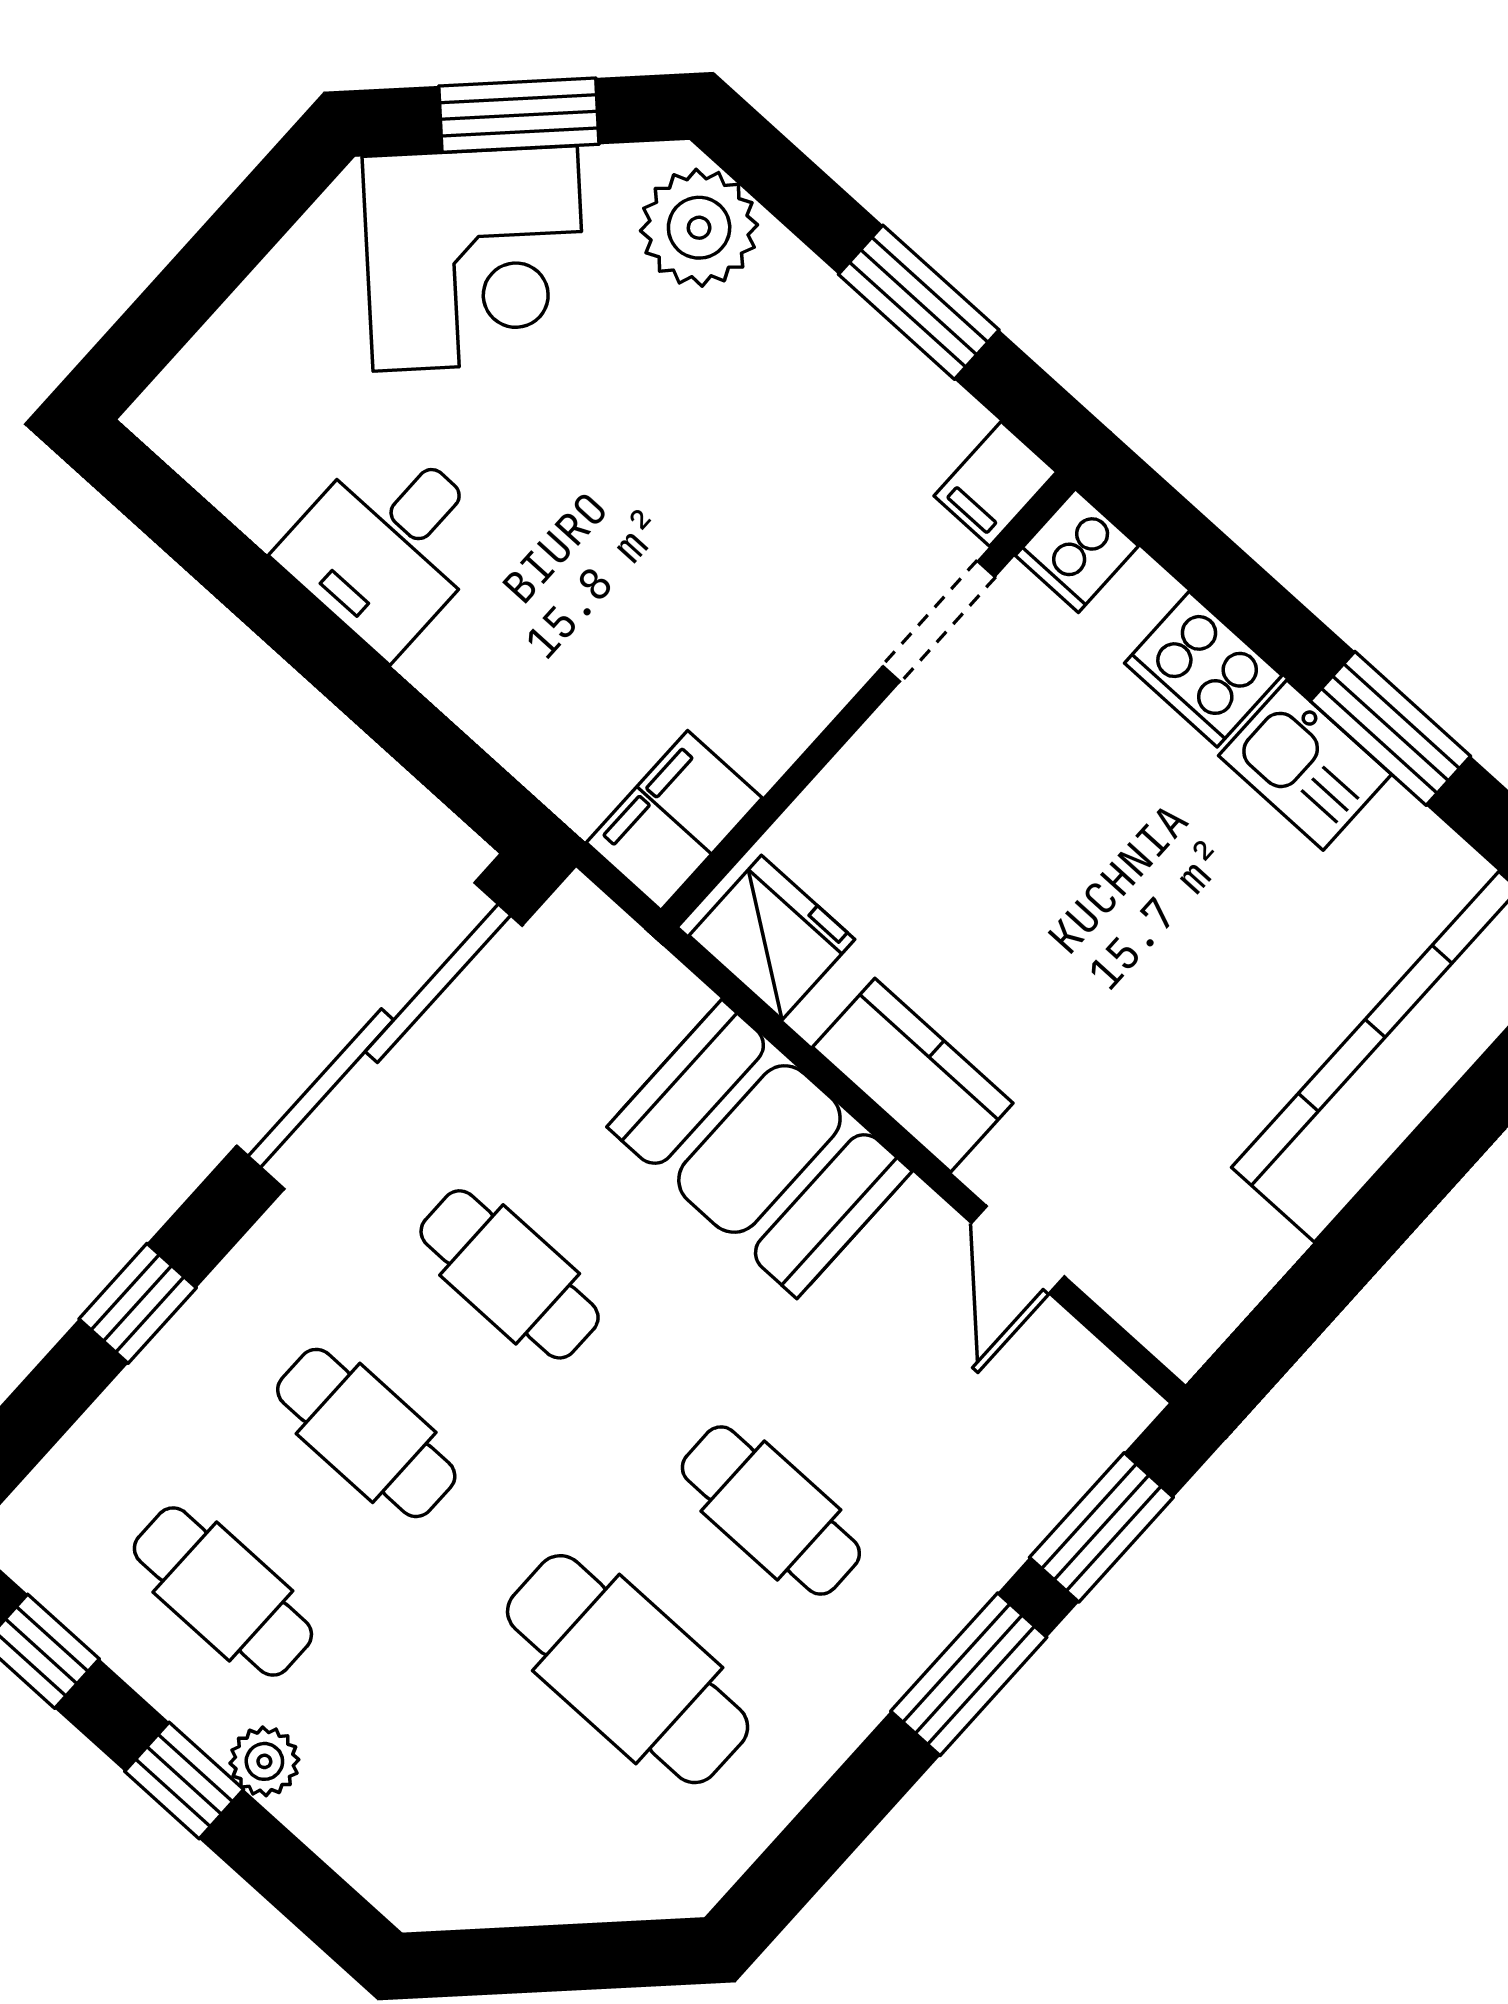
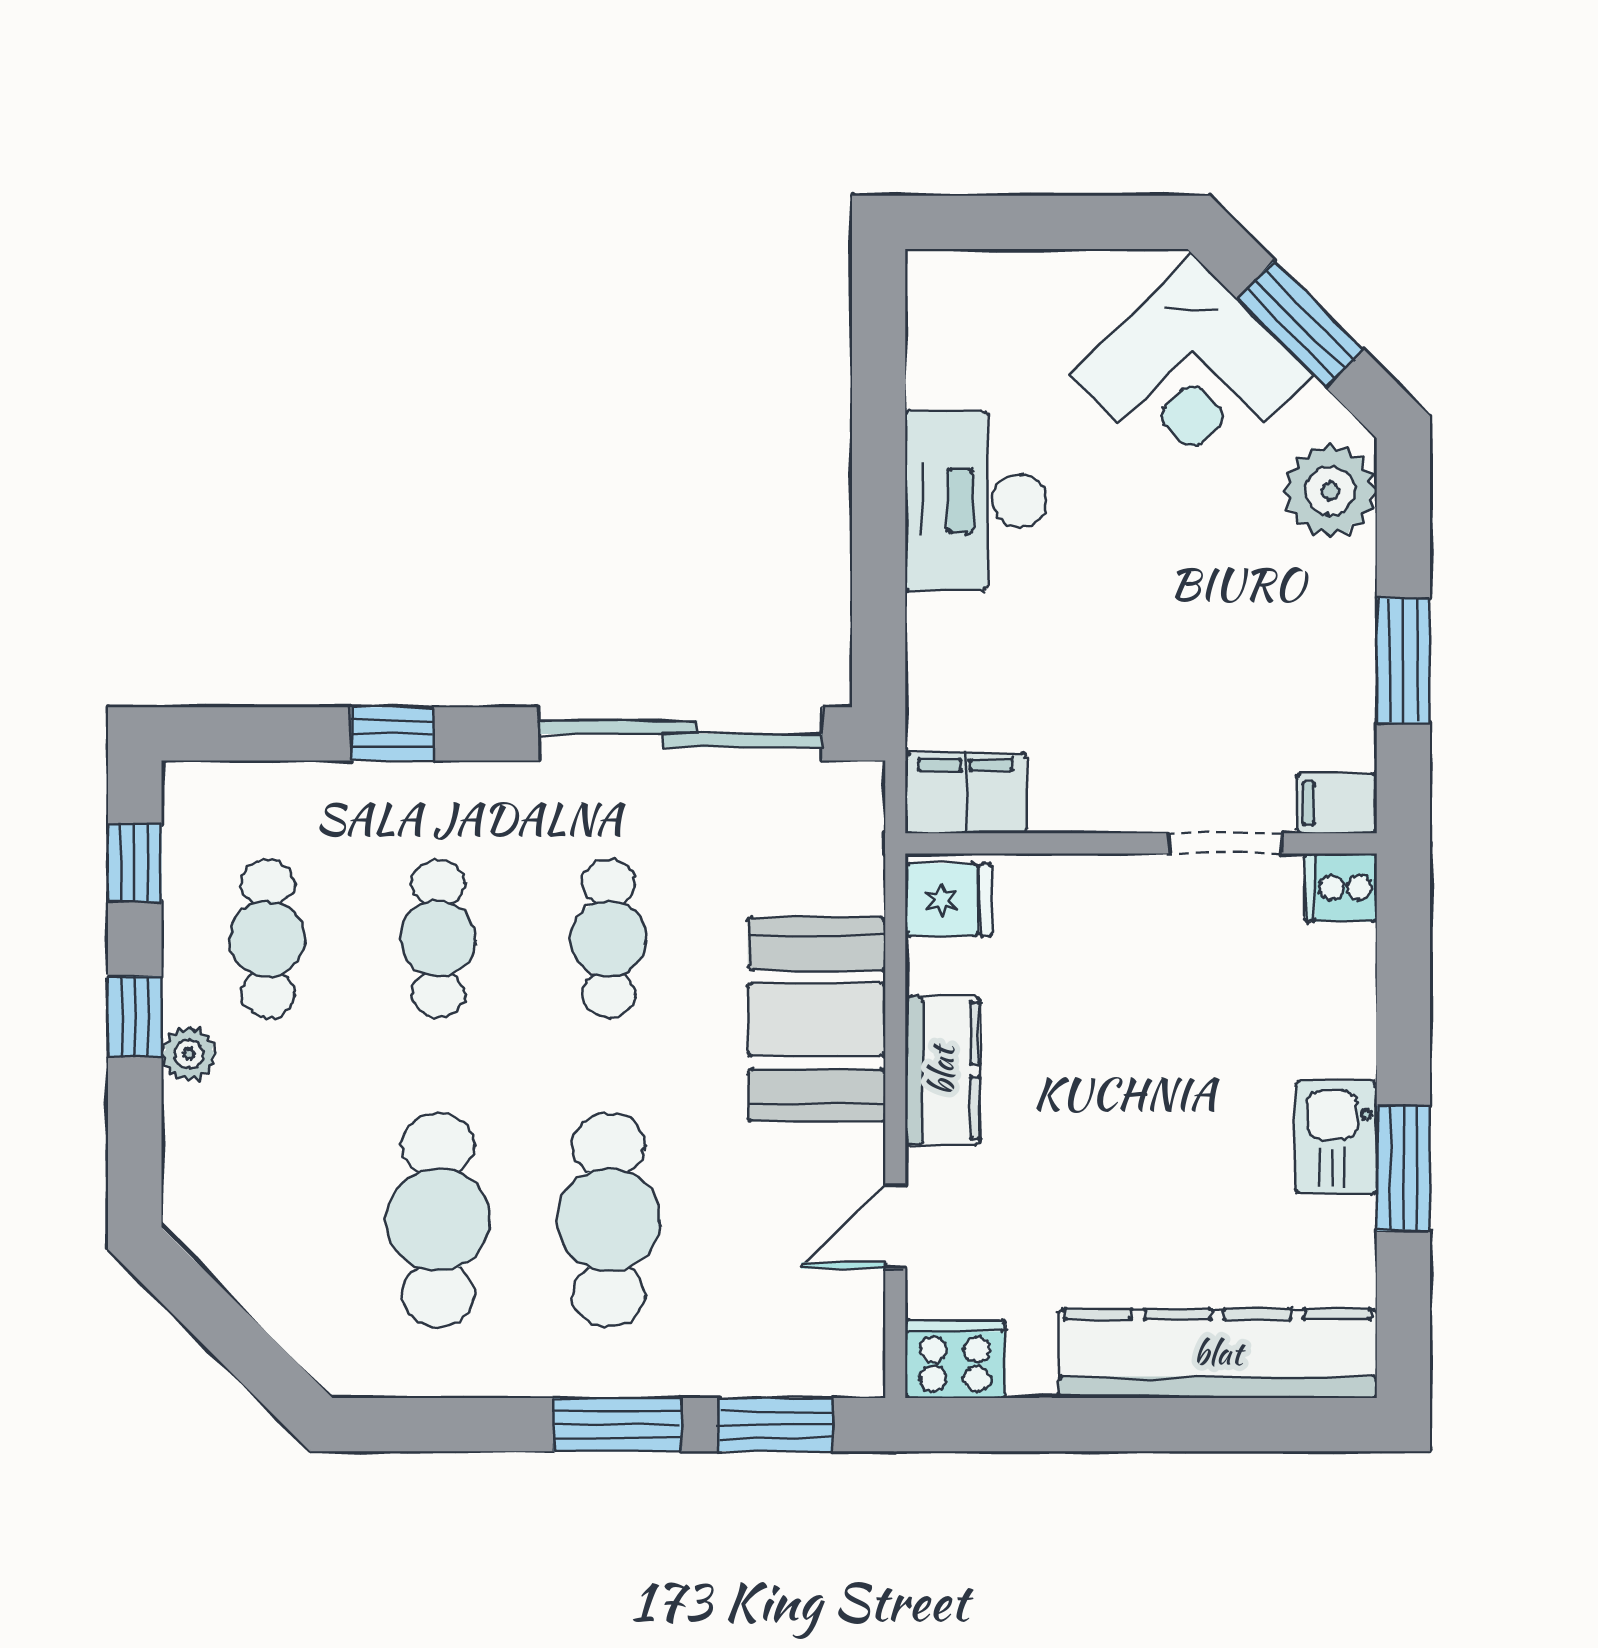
desk: (388, 545) -> (976, 501), width x1.37
cooker: (1203, 669) -> (955, 1359), moved, turned 90
fridge: (772, 938) -> (948, 900), width x0.72
cafe table: (771, 1511) -> (609, 1220), width x1.37, depth x1.35

